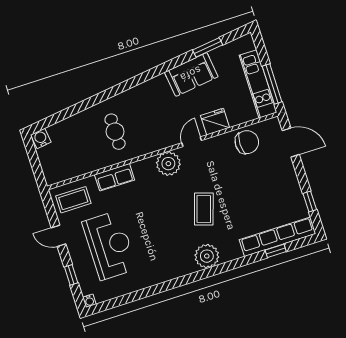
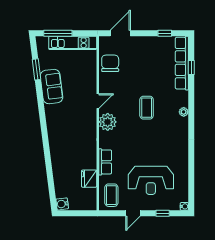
window: (272, 84) -> (58, 33), moved
fridge: (215, 122) -> (89, 179), moved
cafe table: (115, 132) -> (74, 151), removed
door: (192, 142) -> (98, 101), swing flipped
coffee table: (204, 209) -> (147, 108), turned 72
reception desk: (109, 245) -> (151, 180), turned 180
plant: (207, 256) -> (184, 112), width x0.53, depth x0.53

